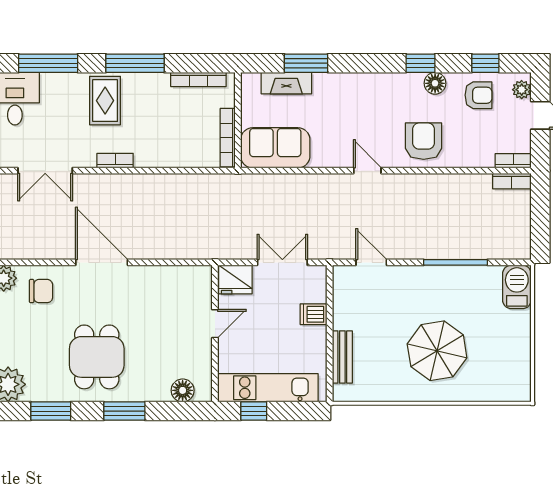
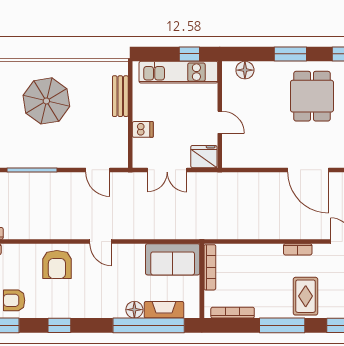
window: (306, 63) -> (149, 325), width x2.11
floor lamp: (435, 83) -> (134, 310), moved
door: (215, 324) -> (220, 122), swing flipped

